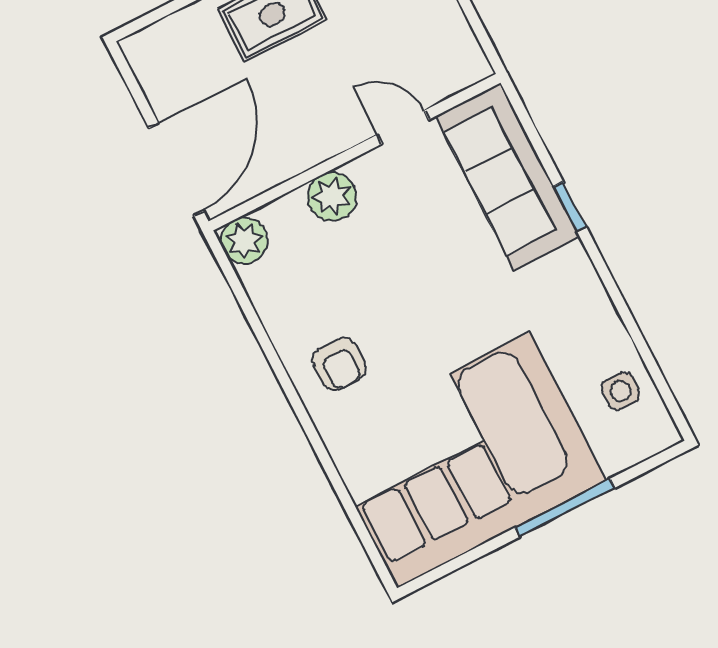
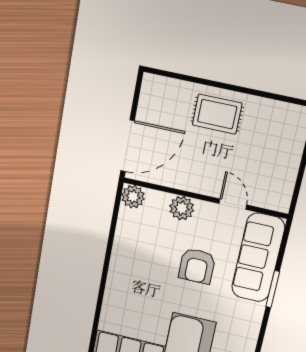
window: (570, 207) -> (273, 289), width x1.50
armchair: (339, 364) -> (197, 266), moved, width x1.38, depth x1.38

